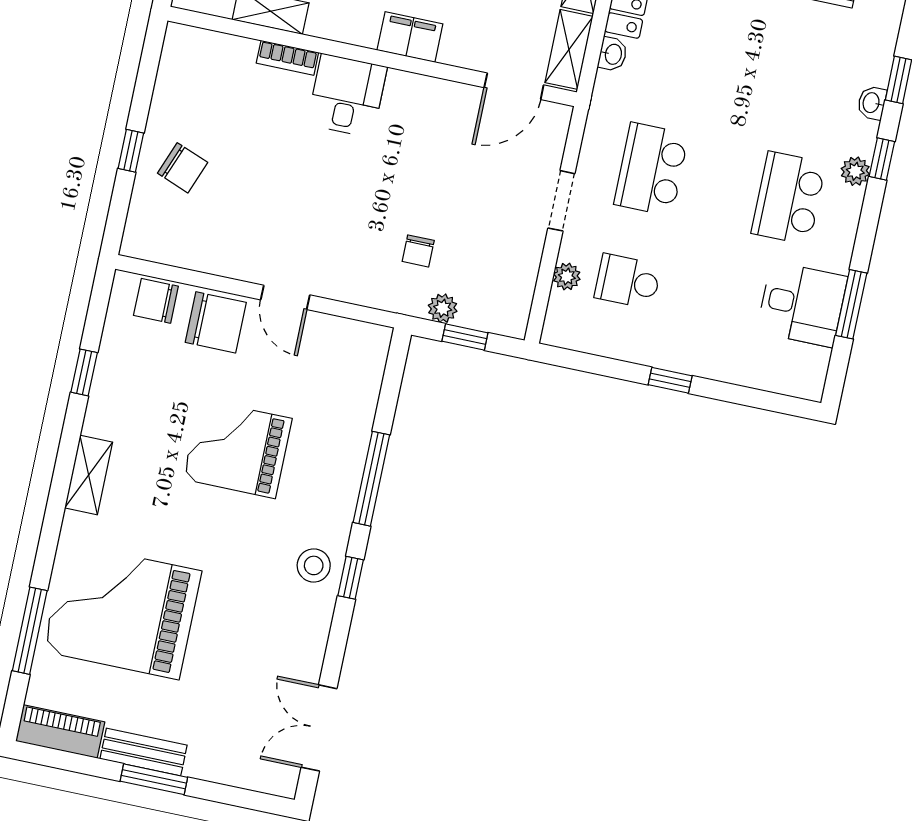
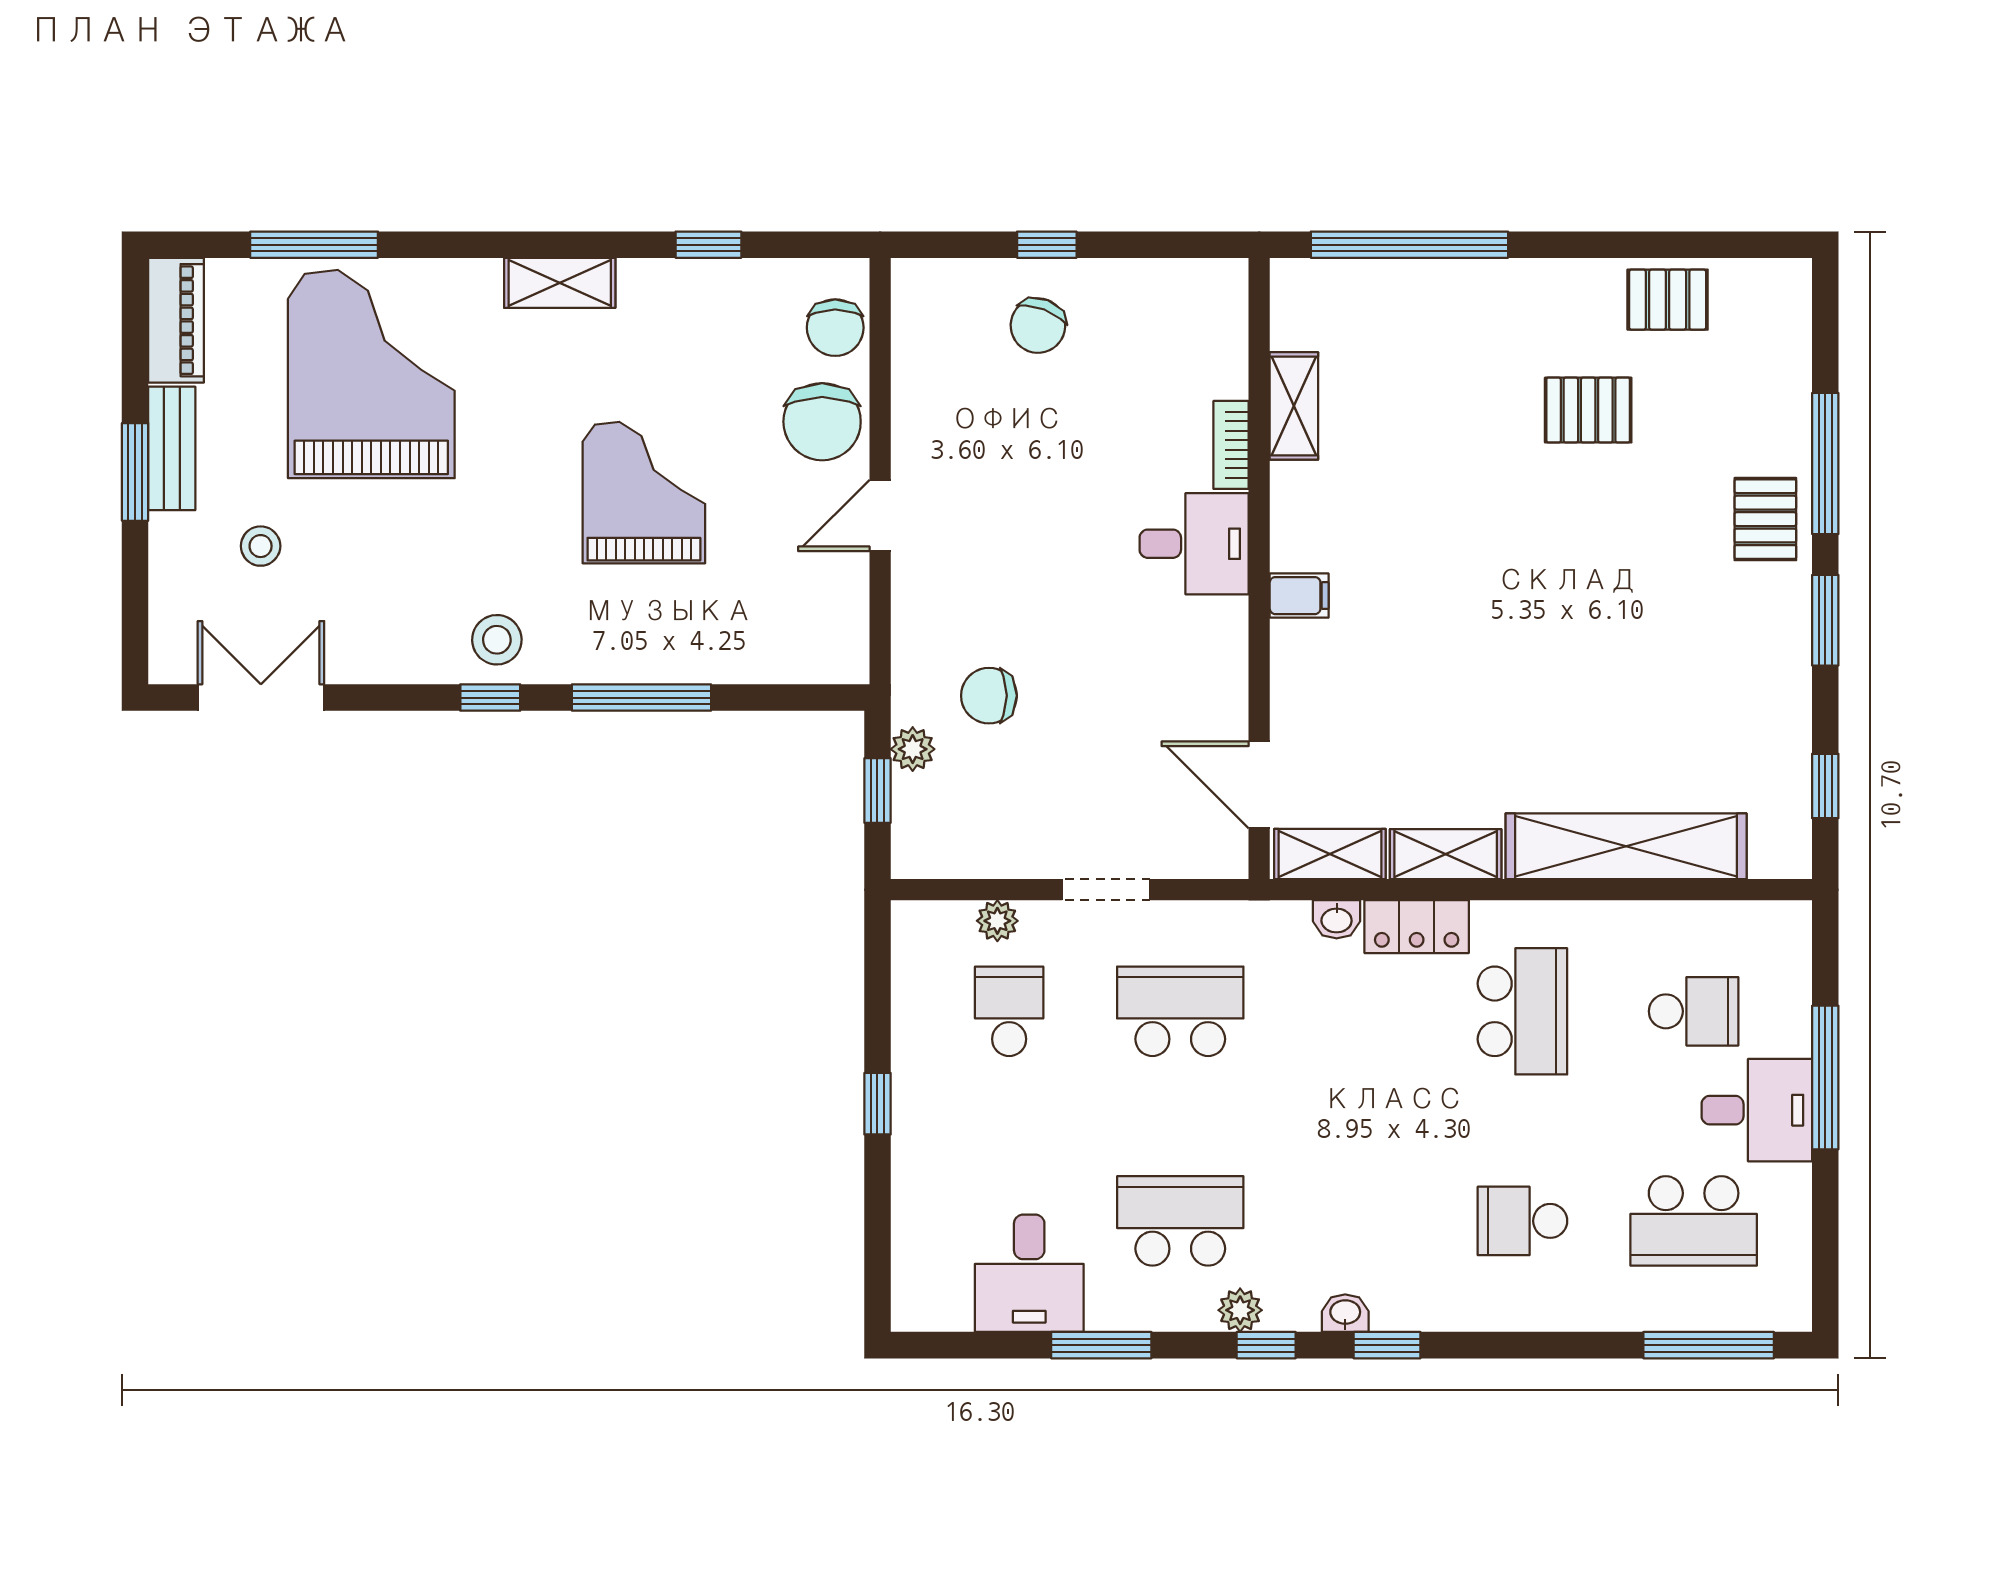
filing cabinet: (410, 37) -> (1299, 596), width x0.50
chair: (418, 251) -> (989, 696), width x1.37, depth x1.37
chair: (156, 301) -> (835, 328), turned 180
window: (851, 304) -> (1101, 1345), moved
stool: (220, 707) -> (261, 546), added

